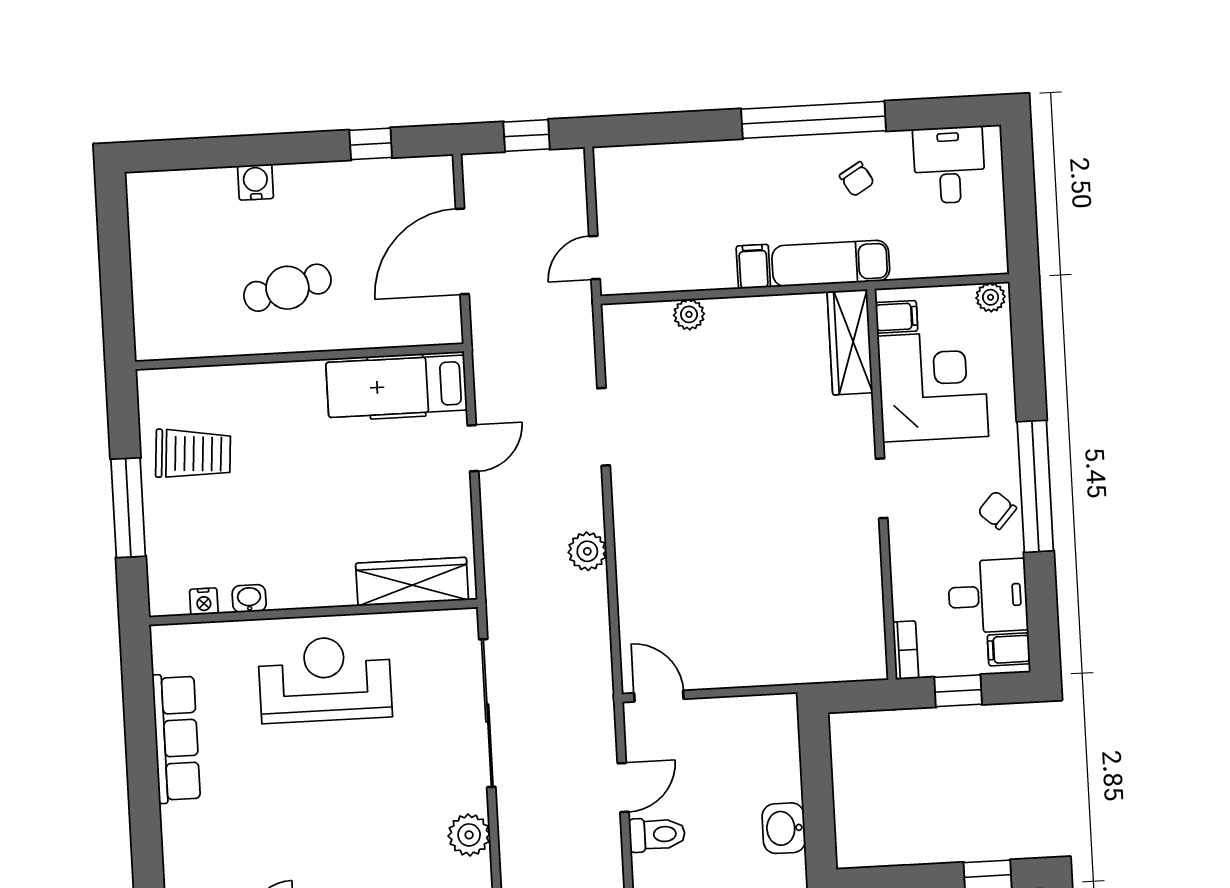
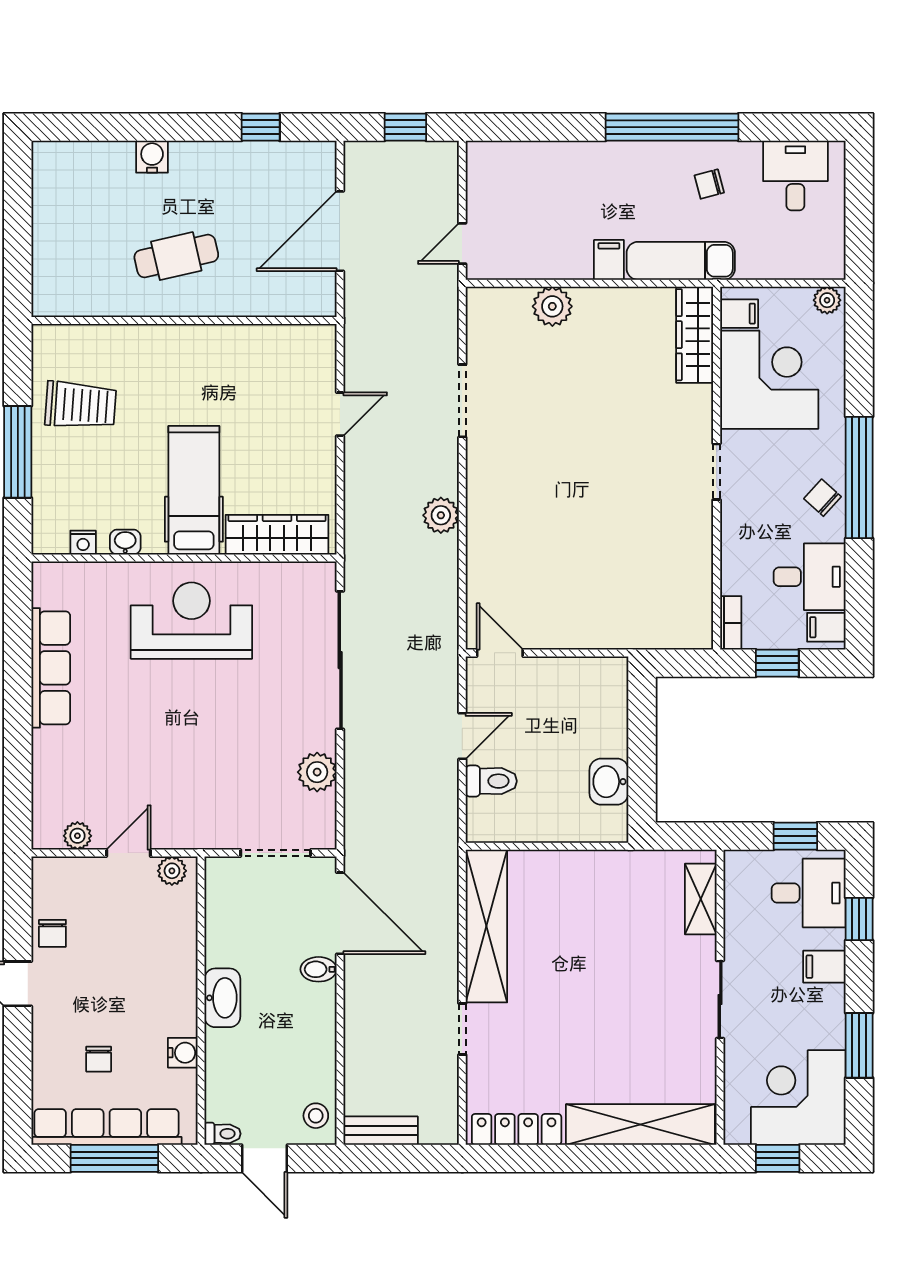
chair: (857, 179) -> (709, 184), turned 106
plant: (689, 314) -> (552, 306), width x1.38, depth x1.38
hospital bed: (397, 386) -> (194, 490), moved, turned 90

